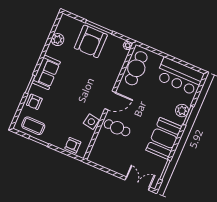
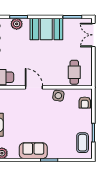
armchair: (34, 102) -> (62, 150), removed
cafe table: (117, 128) -> (74, 72), moved

